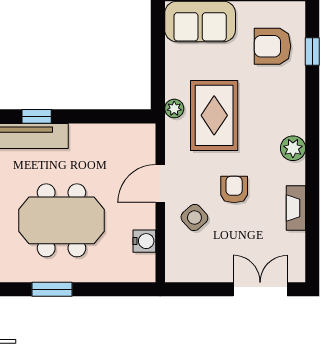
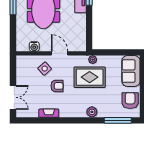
armchair: (273, 46) -> (130, 101), moved
window: (312, 52) -> (118, 120), width x2.17
plant: (293, 148) -> (92, 112), moved

